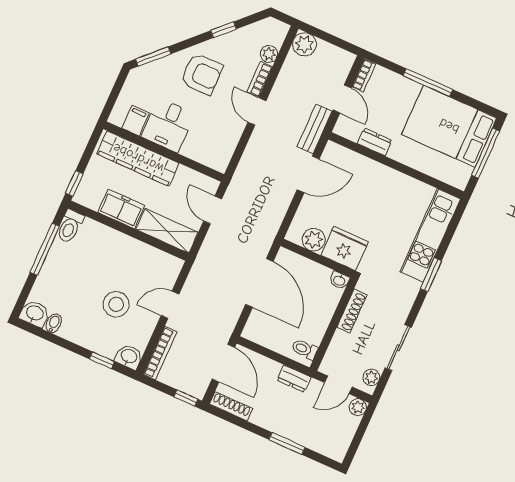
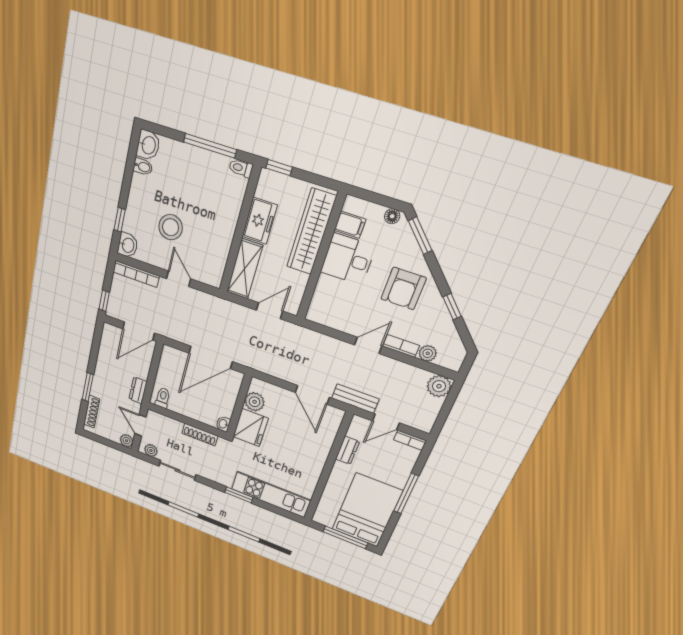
floor lamp: (132, 81) -> (392, 216), added
toilet: (70, 226) -> (241, 168), width x0.73, depth x0.72
shoe rack: (231, 406) -> (92, 412), moved

